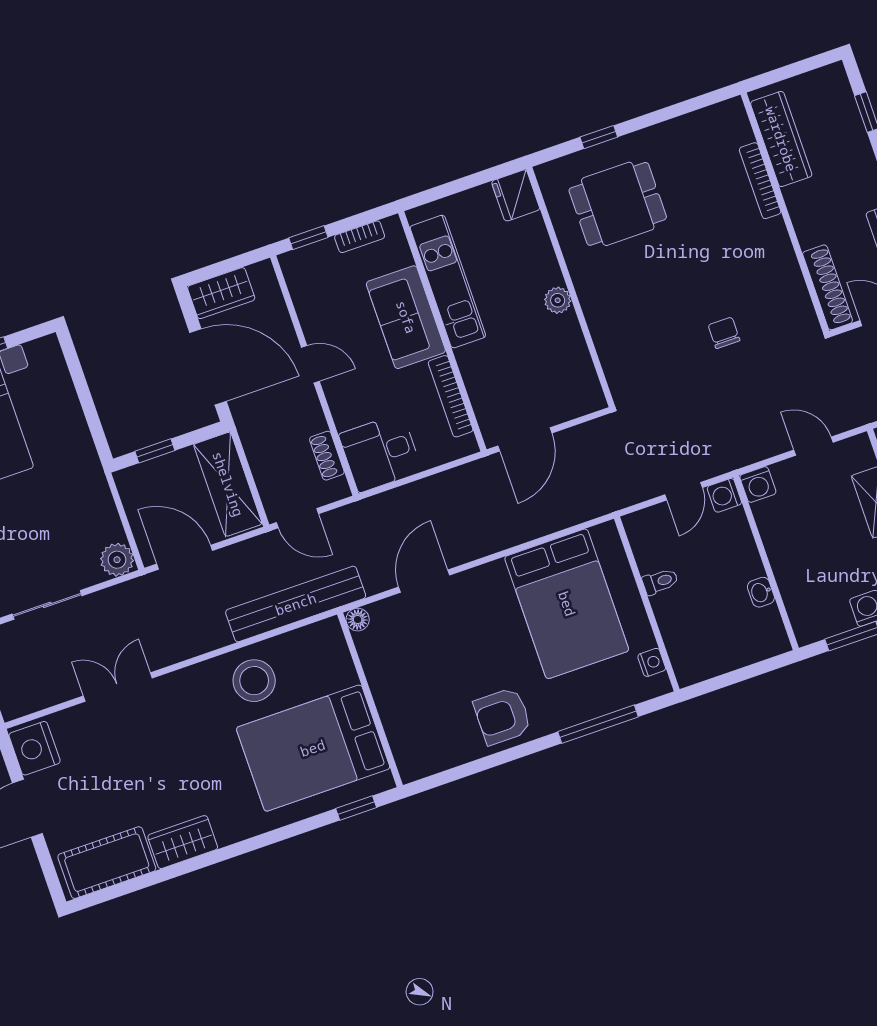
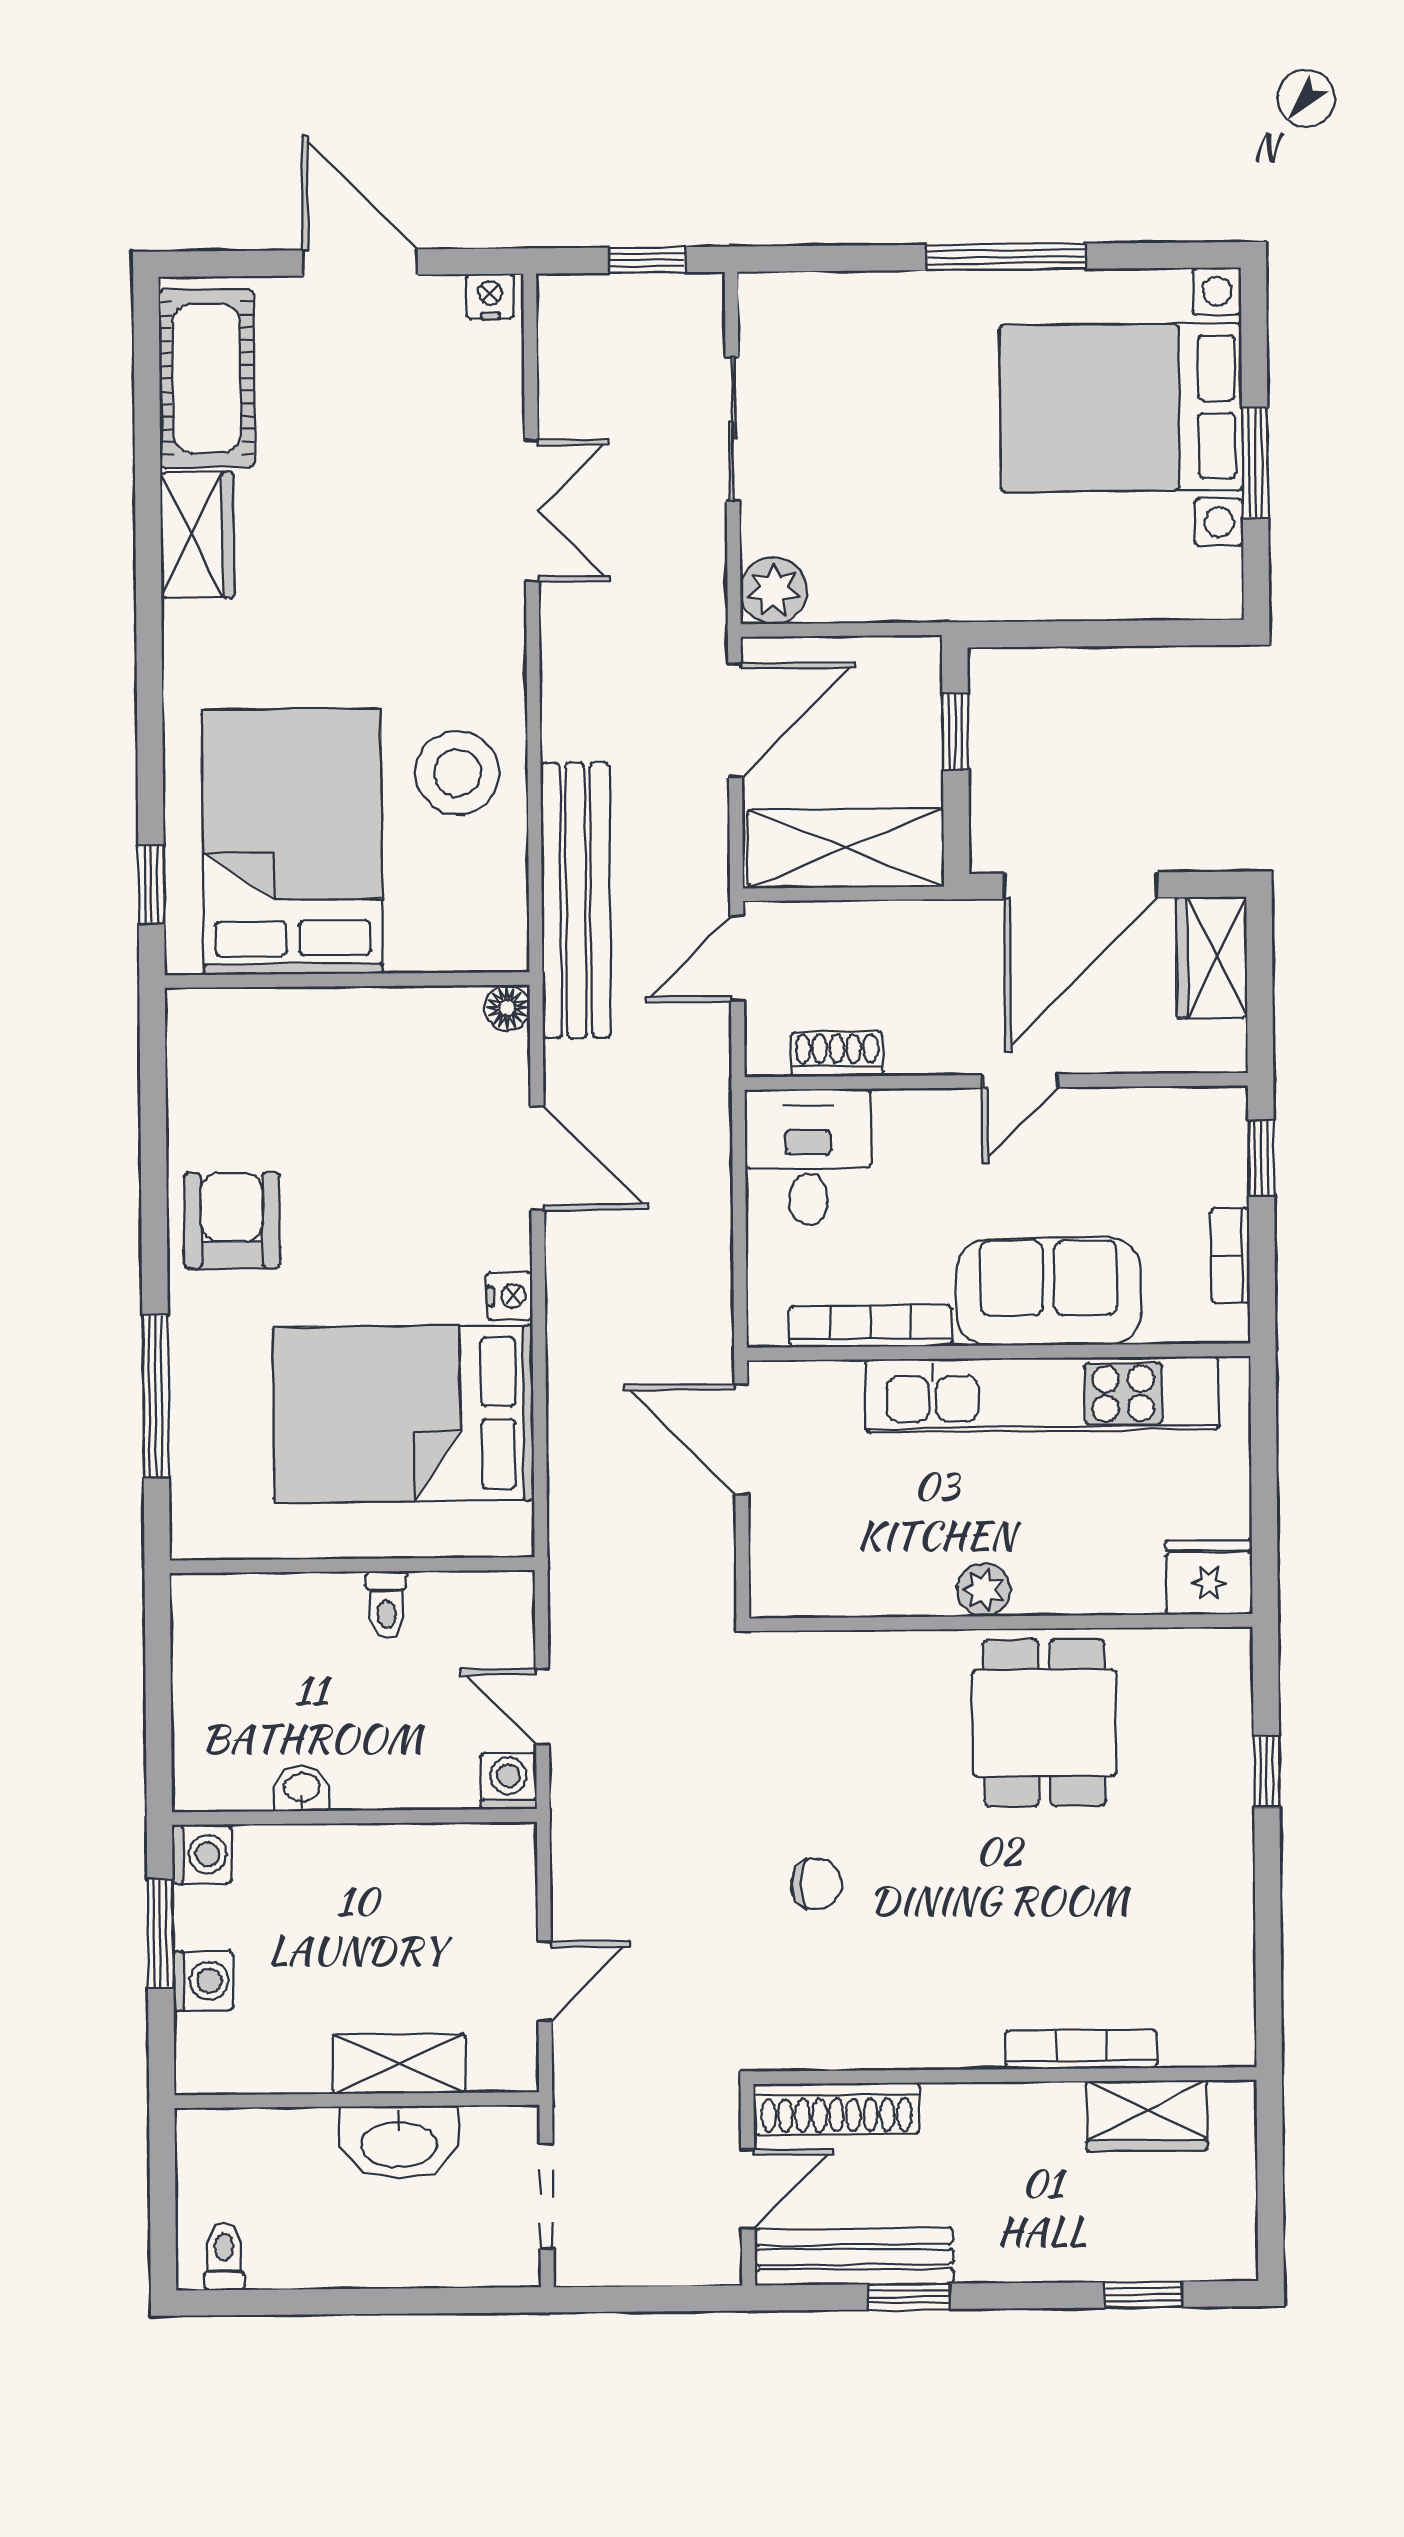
wardrobe: (781, 139) -> (1147, 2116), width x0.67
dining table: (618, 204) -> (1044, 1723), moved
kitchen unit: (448, 282) -> (1042, 1394), width x1.36
washing machine: (758, 484) -> (202, 1854), moved, turned 180
nightstand: (652, 662) -> (510, 1296), moved, turned -90
nightstand: (35, 748) -> (490, 296), width x0.53, depth x0.56

